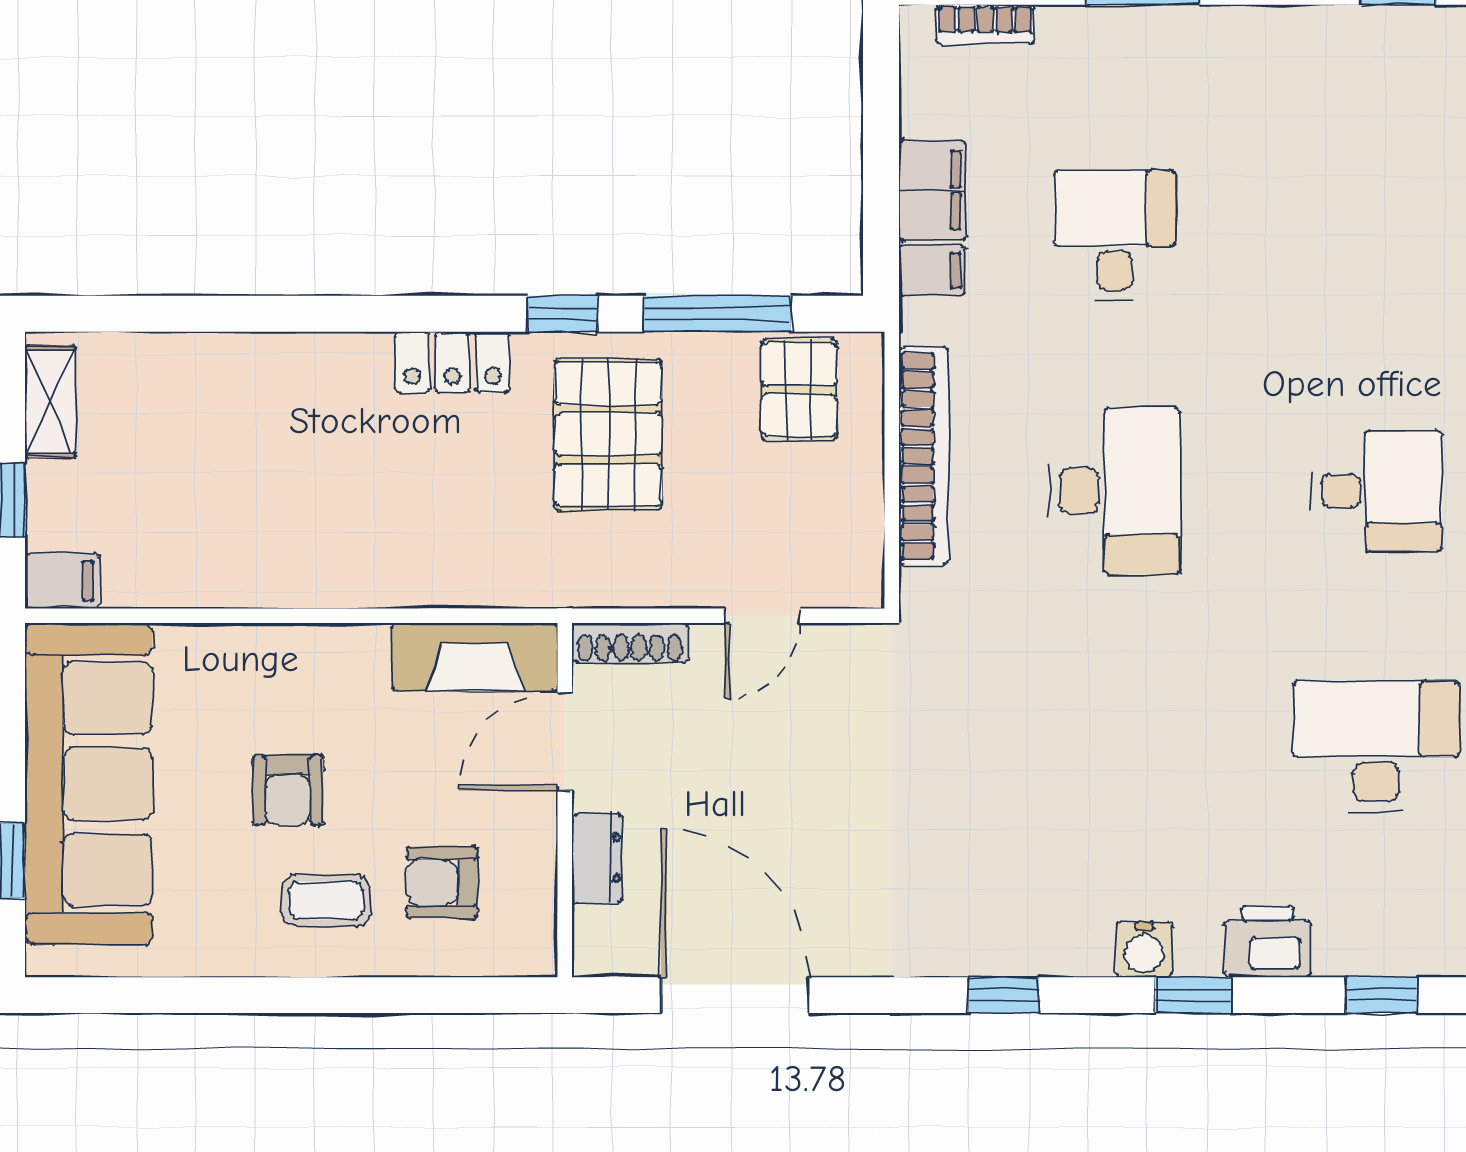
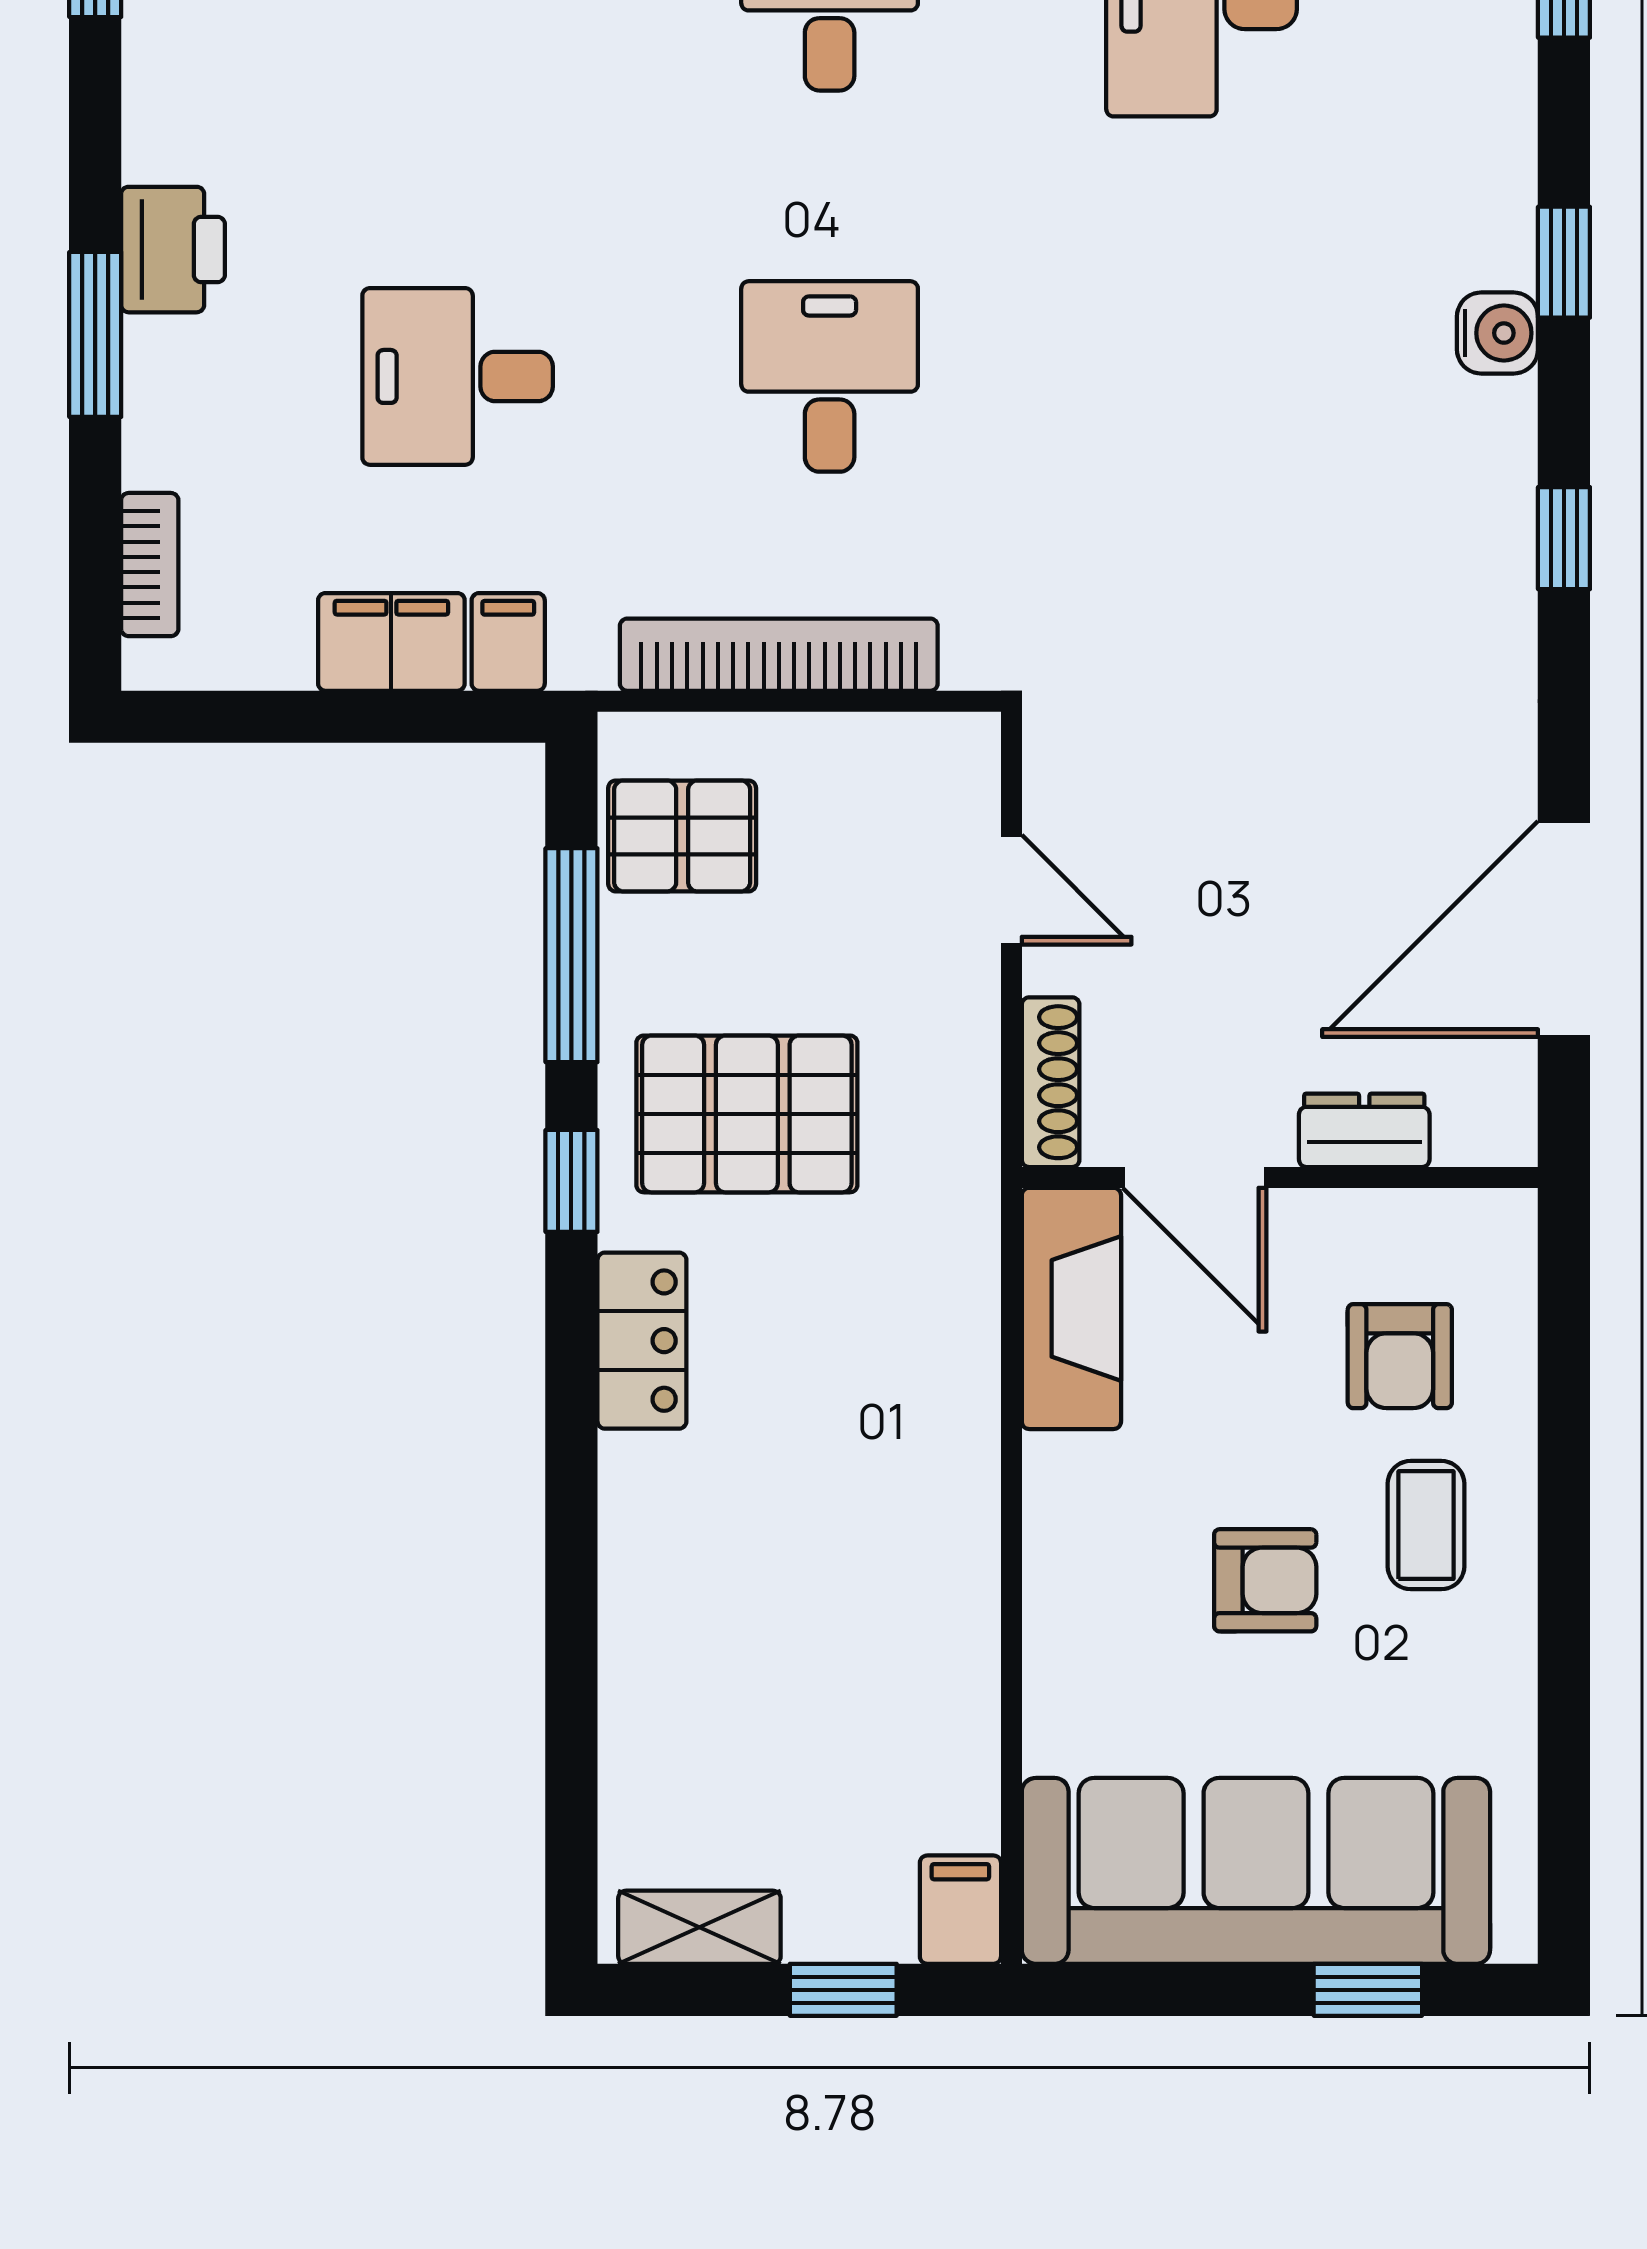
desk: (1115, 491) -> (830, 376), width x0.73
printer: (1267, 942) -> (173, 250), moved, turned 180

